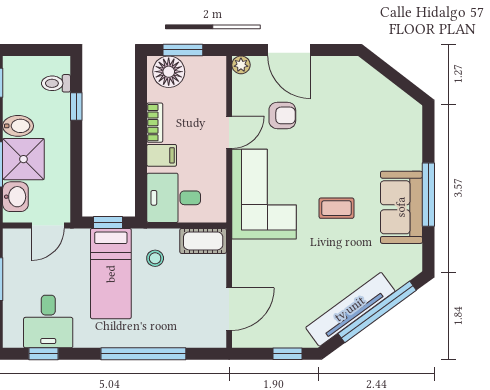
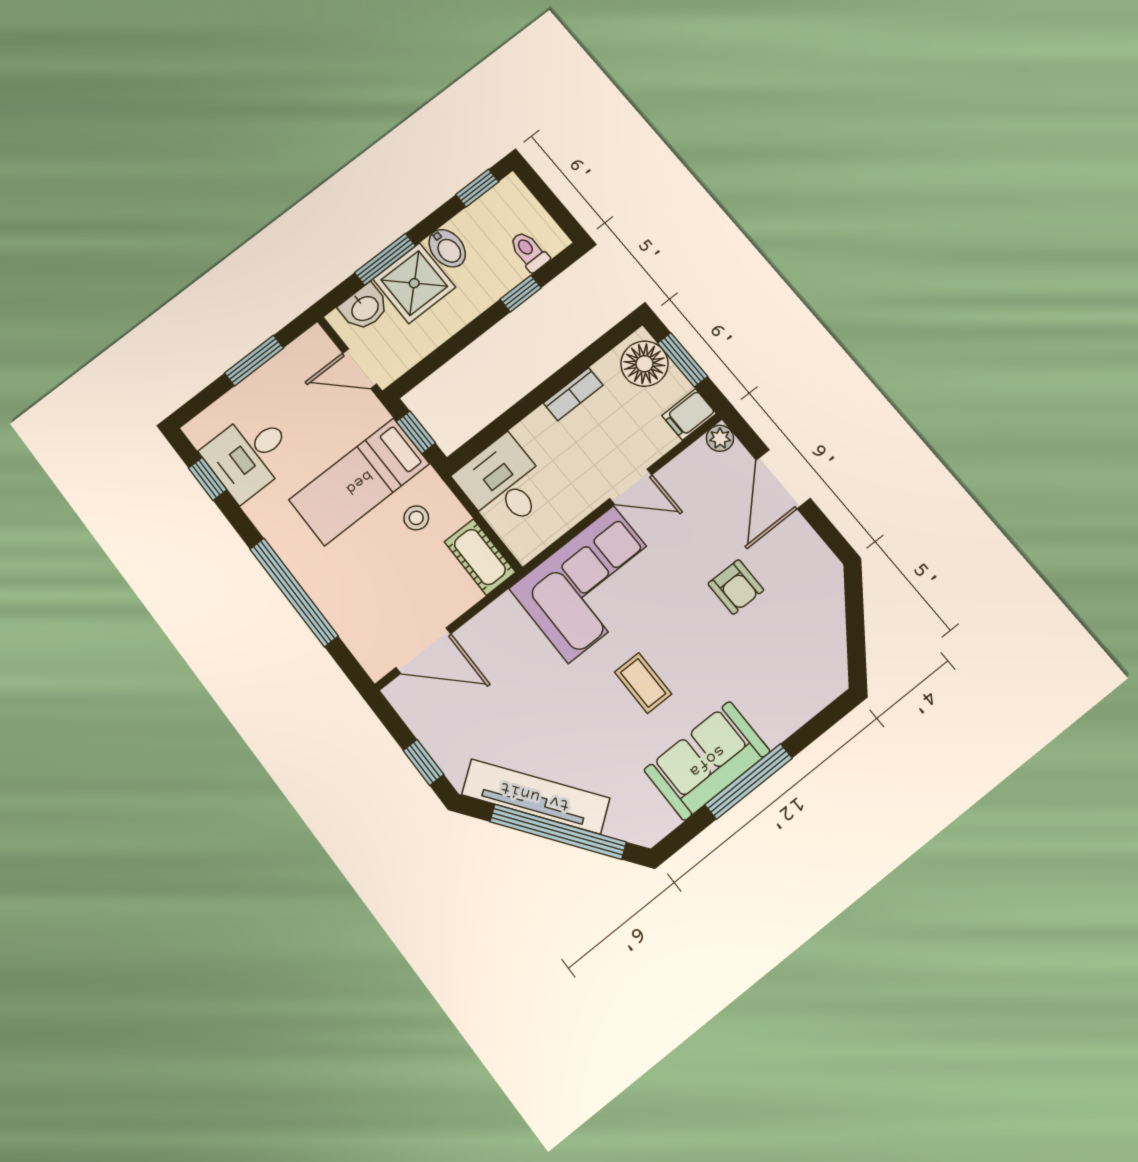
armchair: (282, 115) -> (736, 587), moved
filing cabinet: (162, 155) -> (689, 415), moved, turned 90

